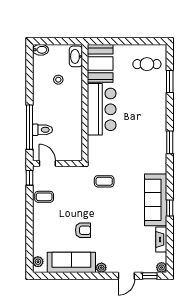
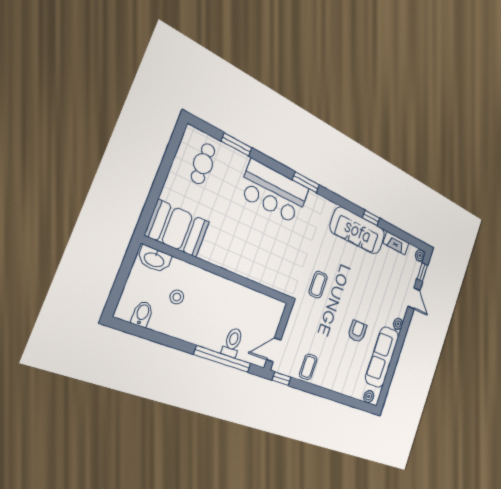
bidet: (41, 50) -> (142, 314), moved
bar counter: (102, 109) -> (274, 192), moved, turned 180

